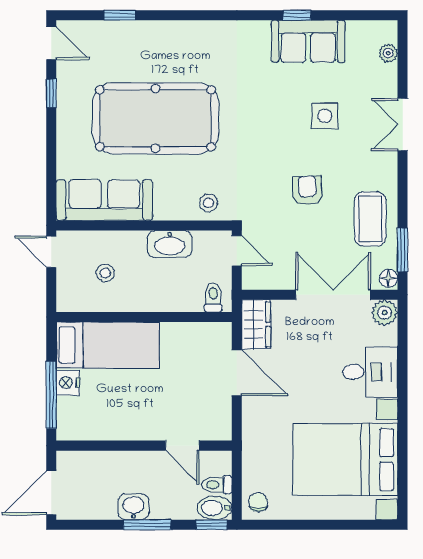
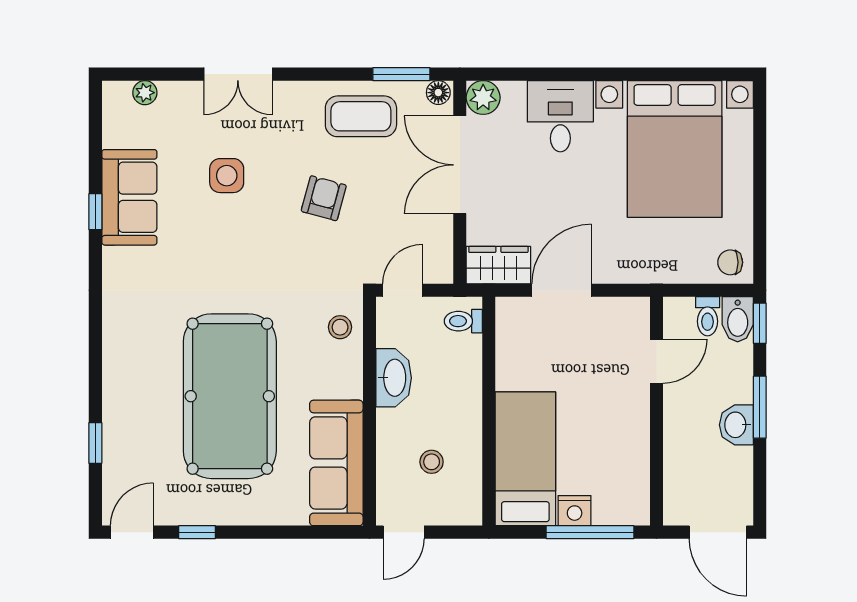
armchair: (307, 190) -> (324, 198), turned 108

